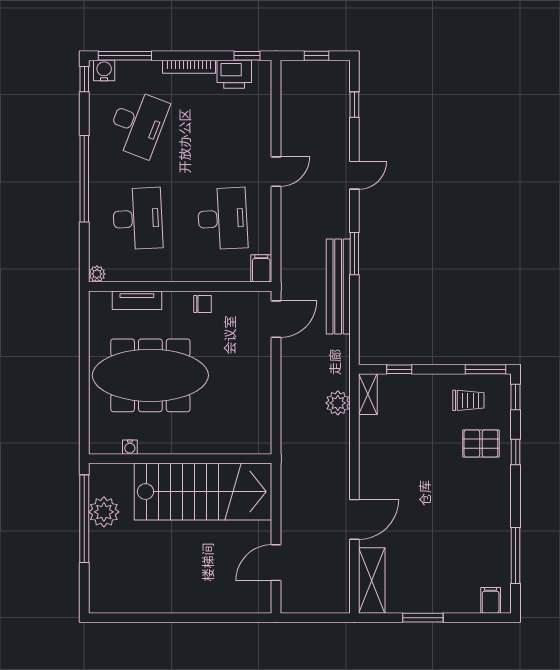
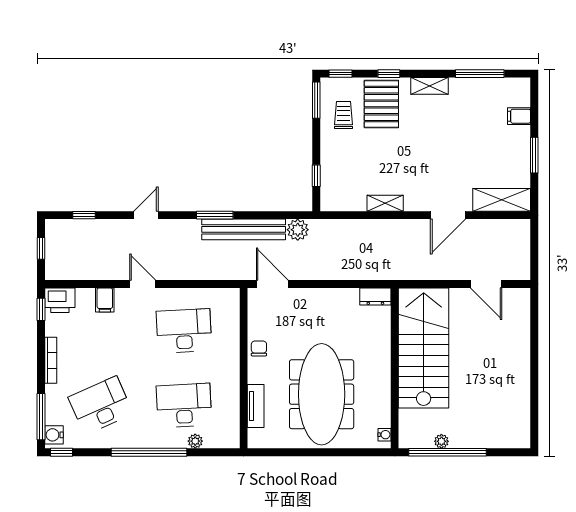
printer: (234, 74) -> (60, 300), moved, turned 90
desk: (138, 124) -> (101, 405), turned -45
door: (354, 175) -> (146, 215), hinge flipped
filing cabinet: (261, 268) -> (105, 300), moved, turned -90
plant: (97, 274) -> (195, 441), moved
shelving: (368, 394) -> (385, 203), moved
plant: (338, 403) -> (298, 230), moved
dresser: (262, 437) -> (375, 297), added
pallet: (481, 443) -> (381, 104), width x1.50, depth x1.42
water cooler: (130, 447) -> (384, 435), moved
shelving: (502, 498) -> (429, 86), added
plant: (104, 512) -> (441, 441), width x0.53, depth x0.53
door: (354, 519) -> (448, 215), swing flipped
filing cabinet: (491, 600) -> (519, 116), moved

